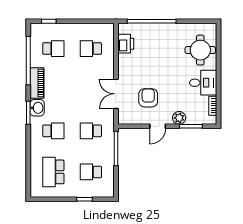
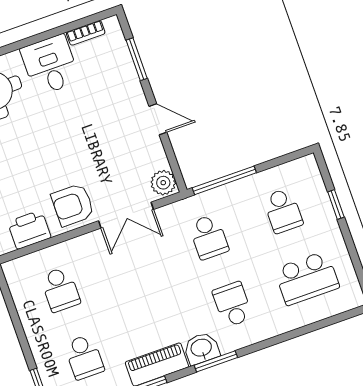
school desk: (53, 49) -> (84, 357), turned 180
armchair: (148, 98) -> (73, 205), moved
plant: (179, 118) -> (163, 183), moved

